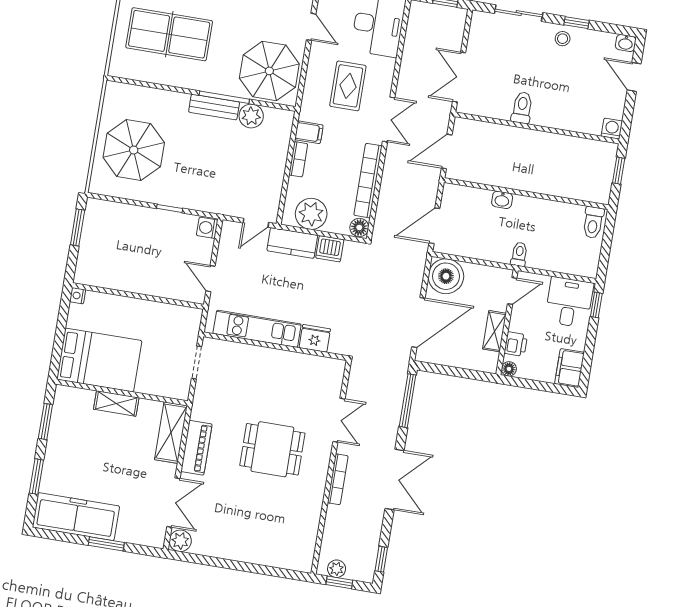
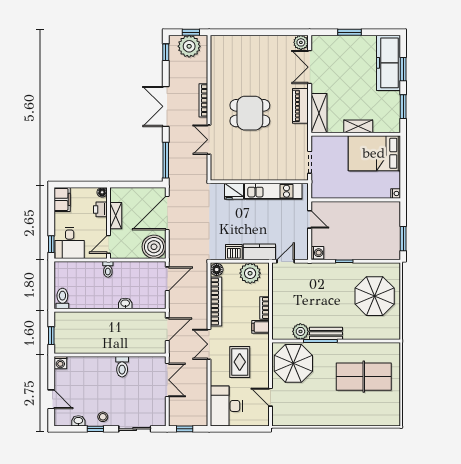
washbasin: (626, 43) -> (78, 421), moved
freezer: (76, 517) -> (388, 63), moved, turned 90
plant: (337, 569) -> (189, 46), width x1.88, depth x1.88

